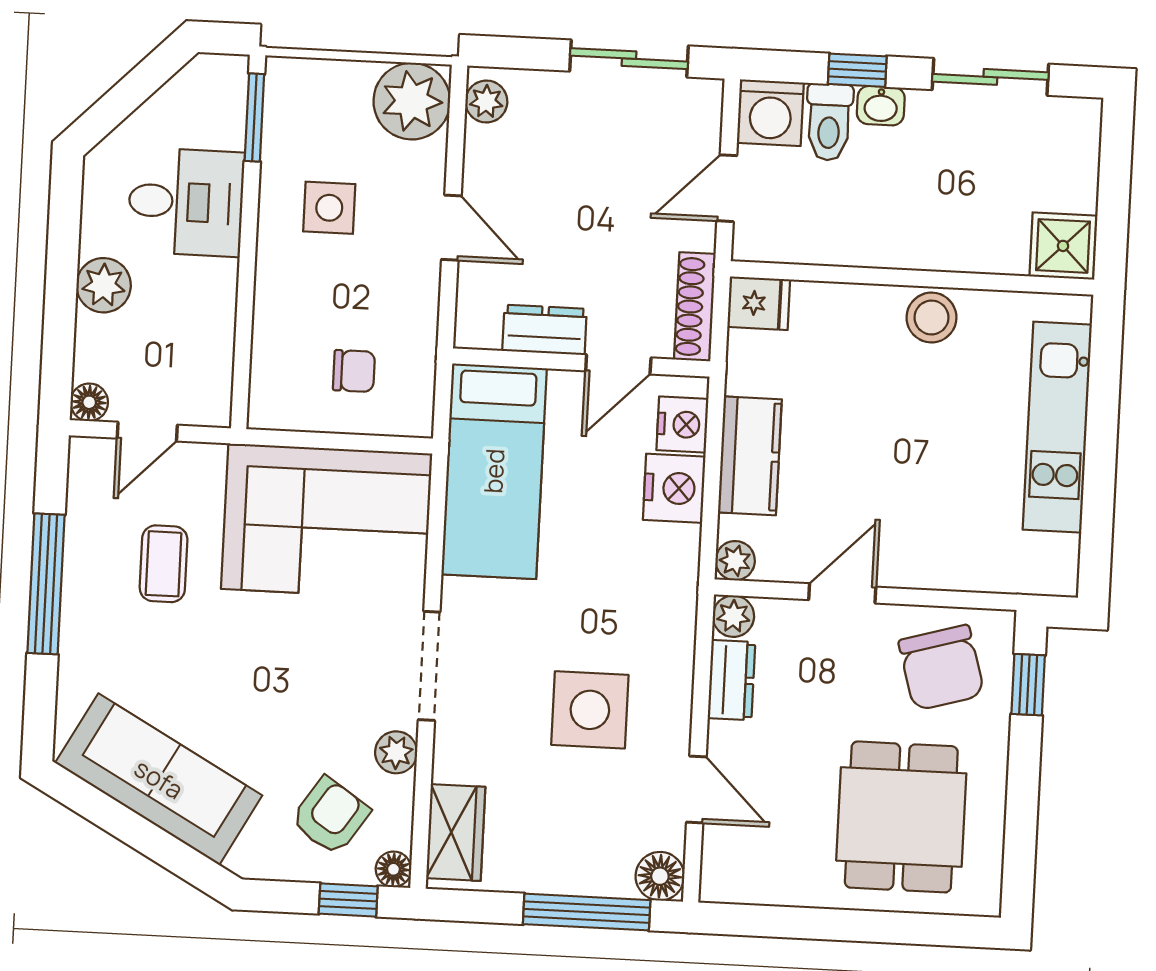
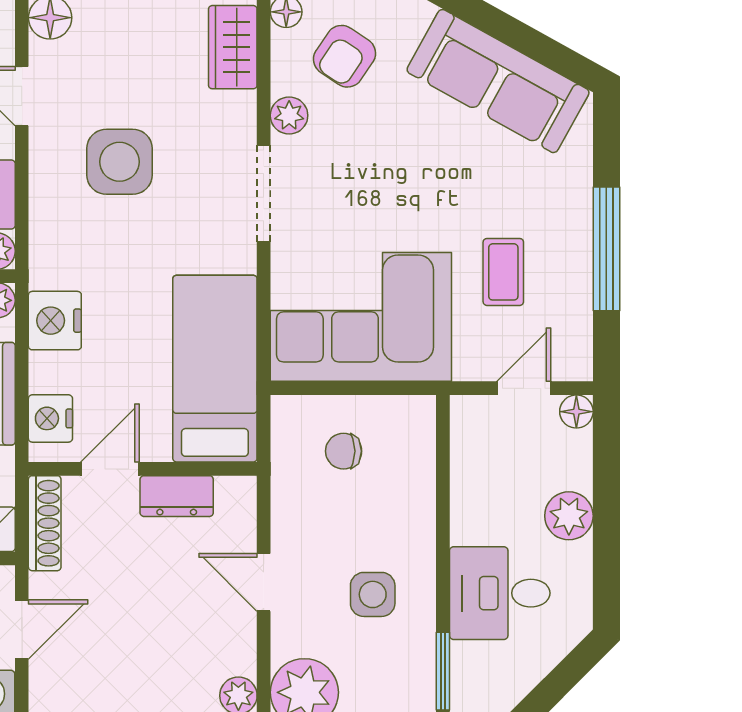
nightstand: (674, 488) -> (55, 321), moved

